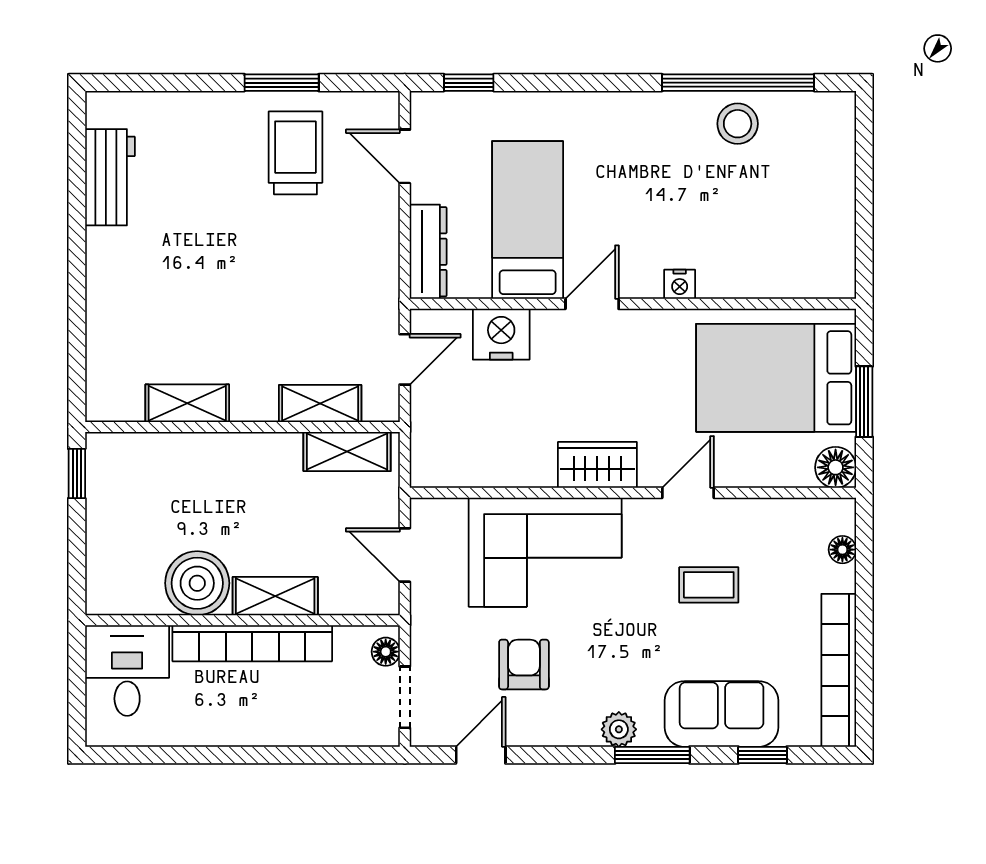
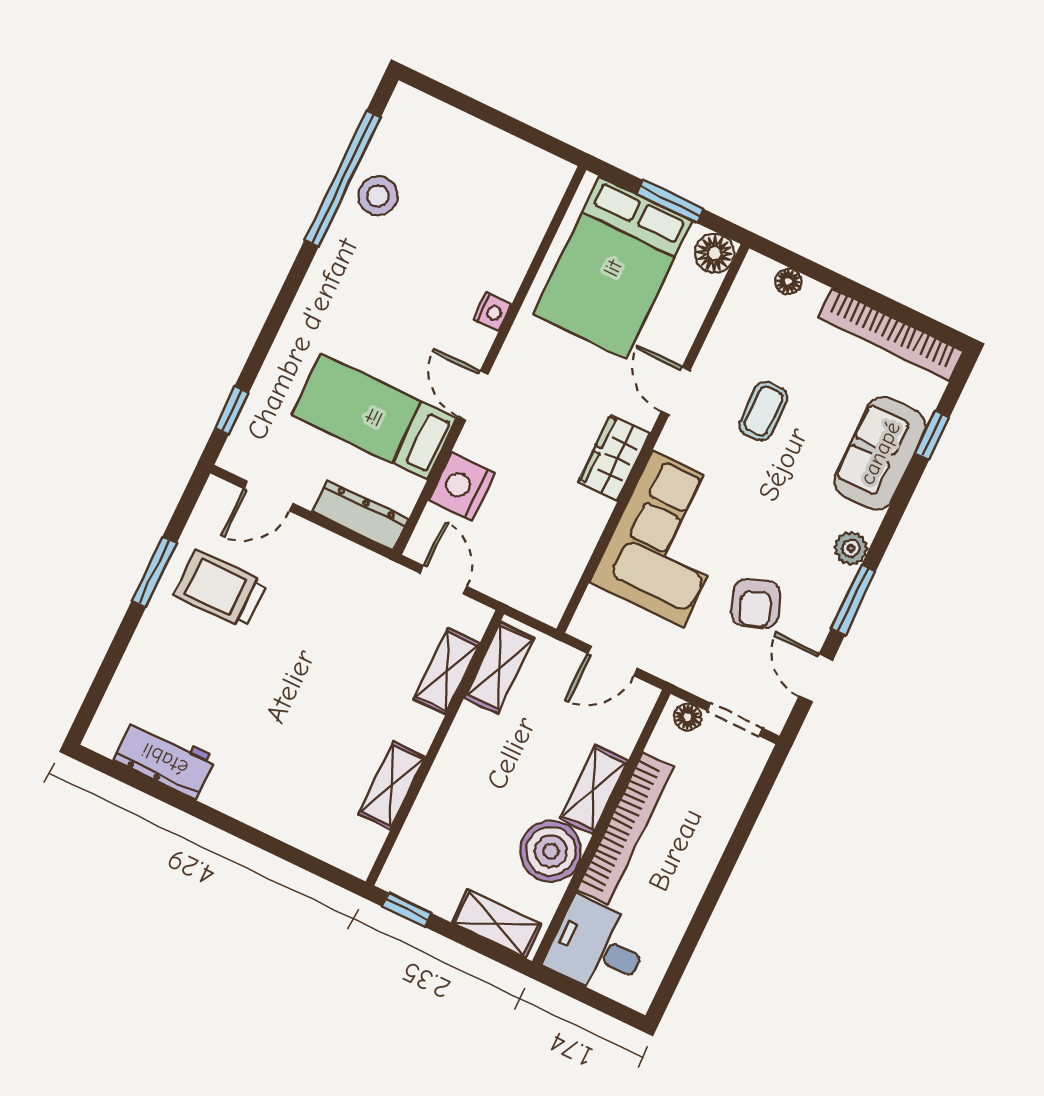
shelving: (104, 565) -> (496, 924), added
armchair: (524, 665) -> (756, 603), turned -109
window: (652, 755) -> (853, 600), moved

